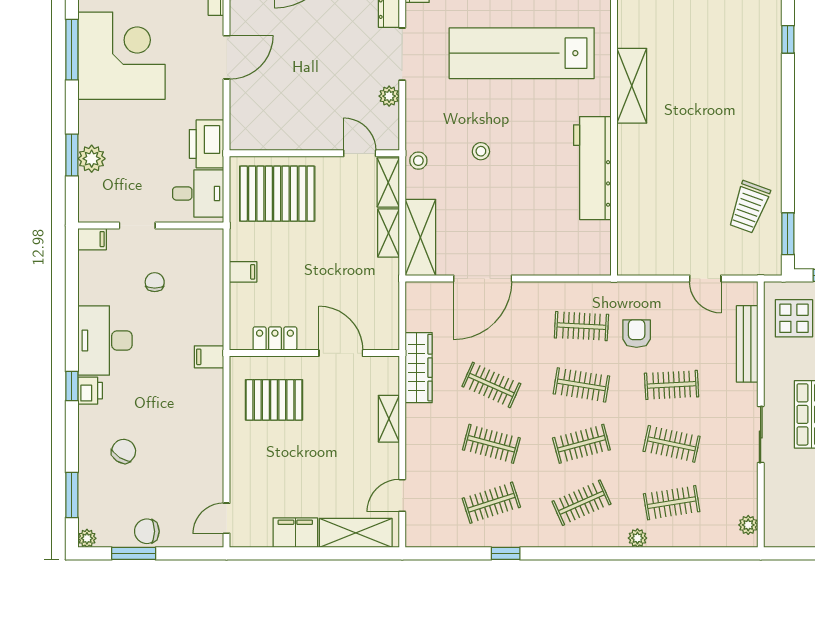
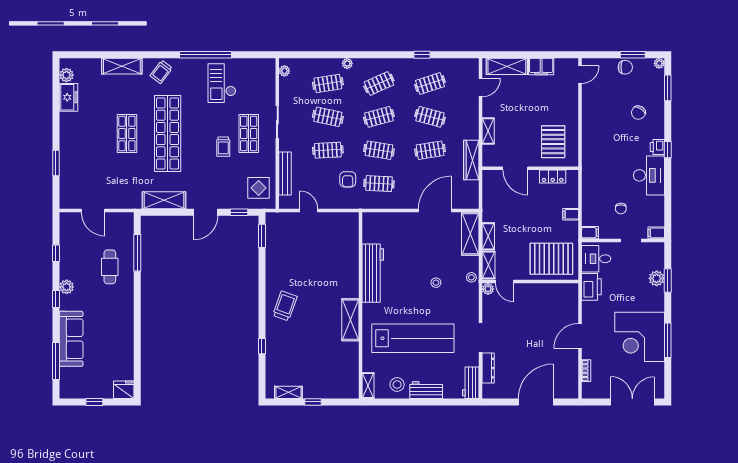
plant: (389, 96) -> (488, 289), moved
trolley: (749, 207) -> (285, 306), moved
filing cabinet: (209, 357) -> (590, 233), moved
clothes rail: (491, 385) -> (430, 150), turned -33
pallet: (274, 400) -> (553, 142), turned 90

